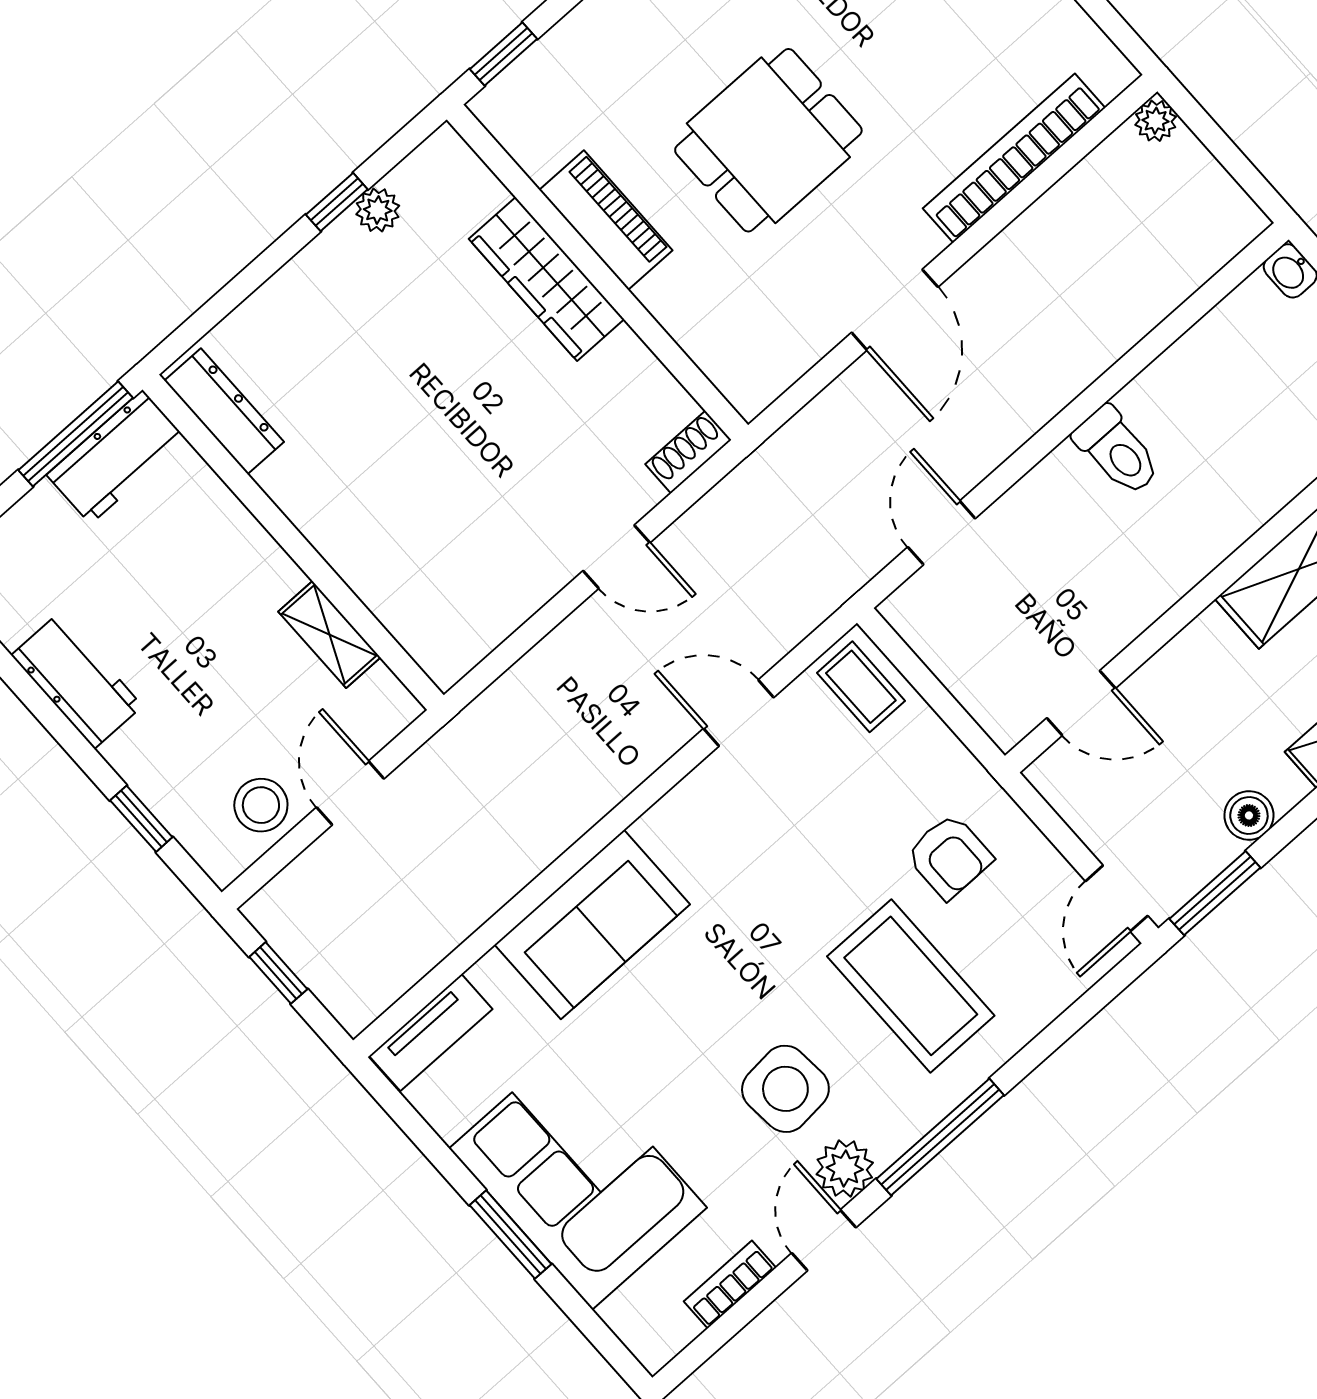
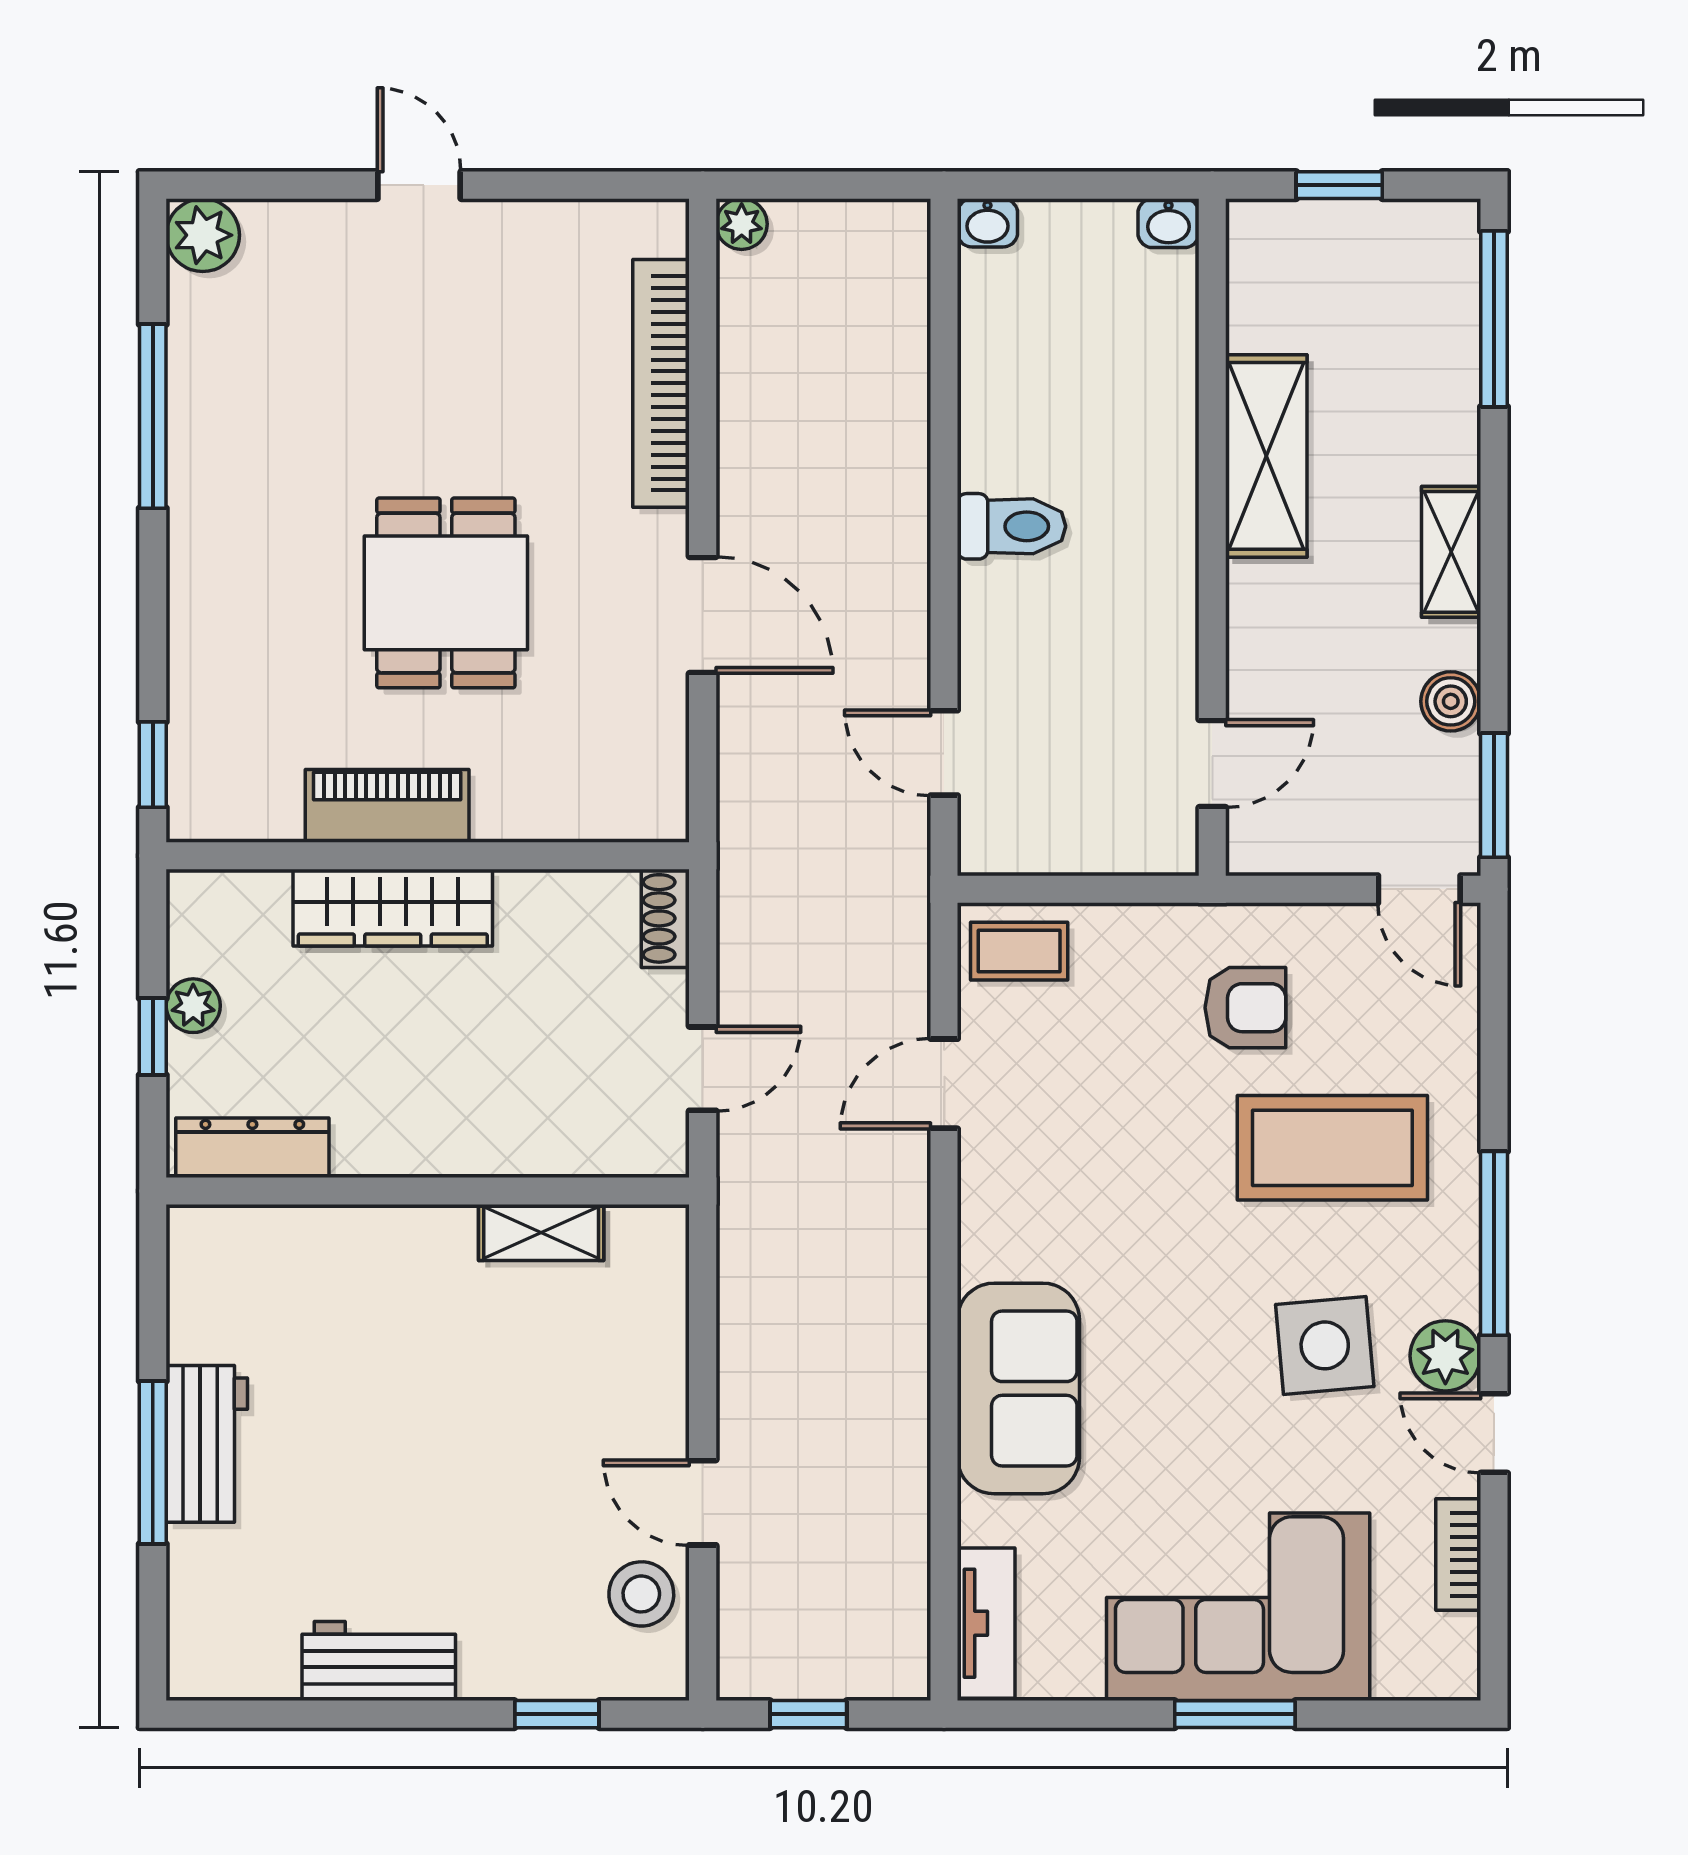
dresser: (224, 411) -> (252, 1148), moved
wall: (293, 542) -> (428, 1191), moved
shelving: (329, 634) -> (541, 1233), moved

